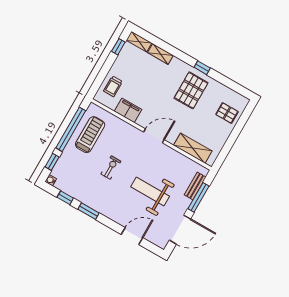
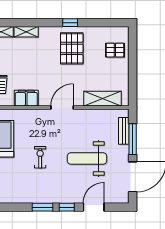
window: (65, 198) -> (67, 207), moved

